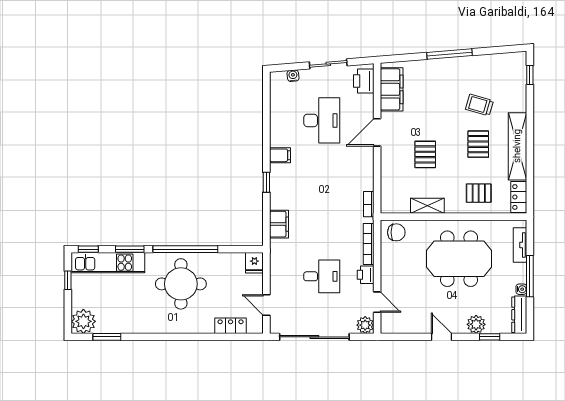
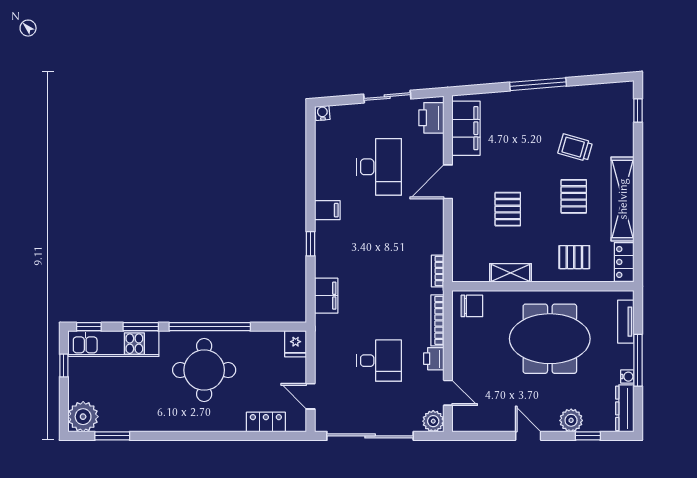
water cooler: (293, 76) -> (322, 113), moved

